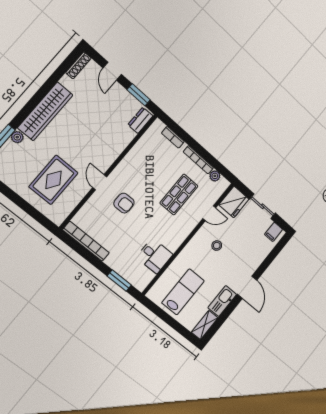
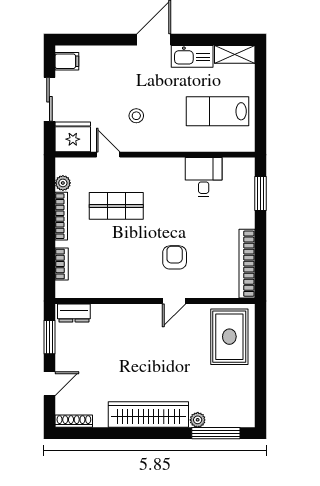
rug: (54, 180) -> (229, 337), moved, turned 90

